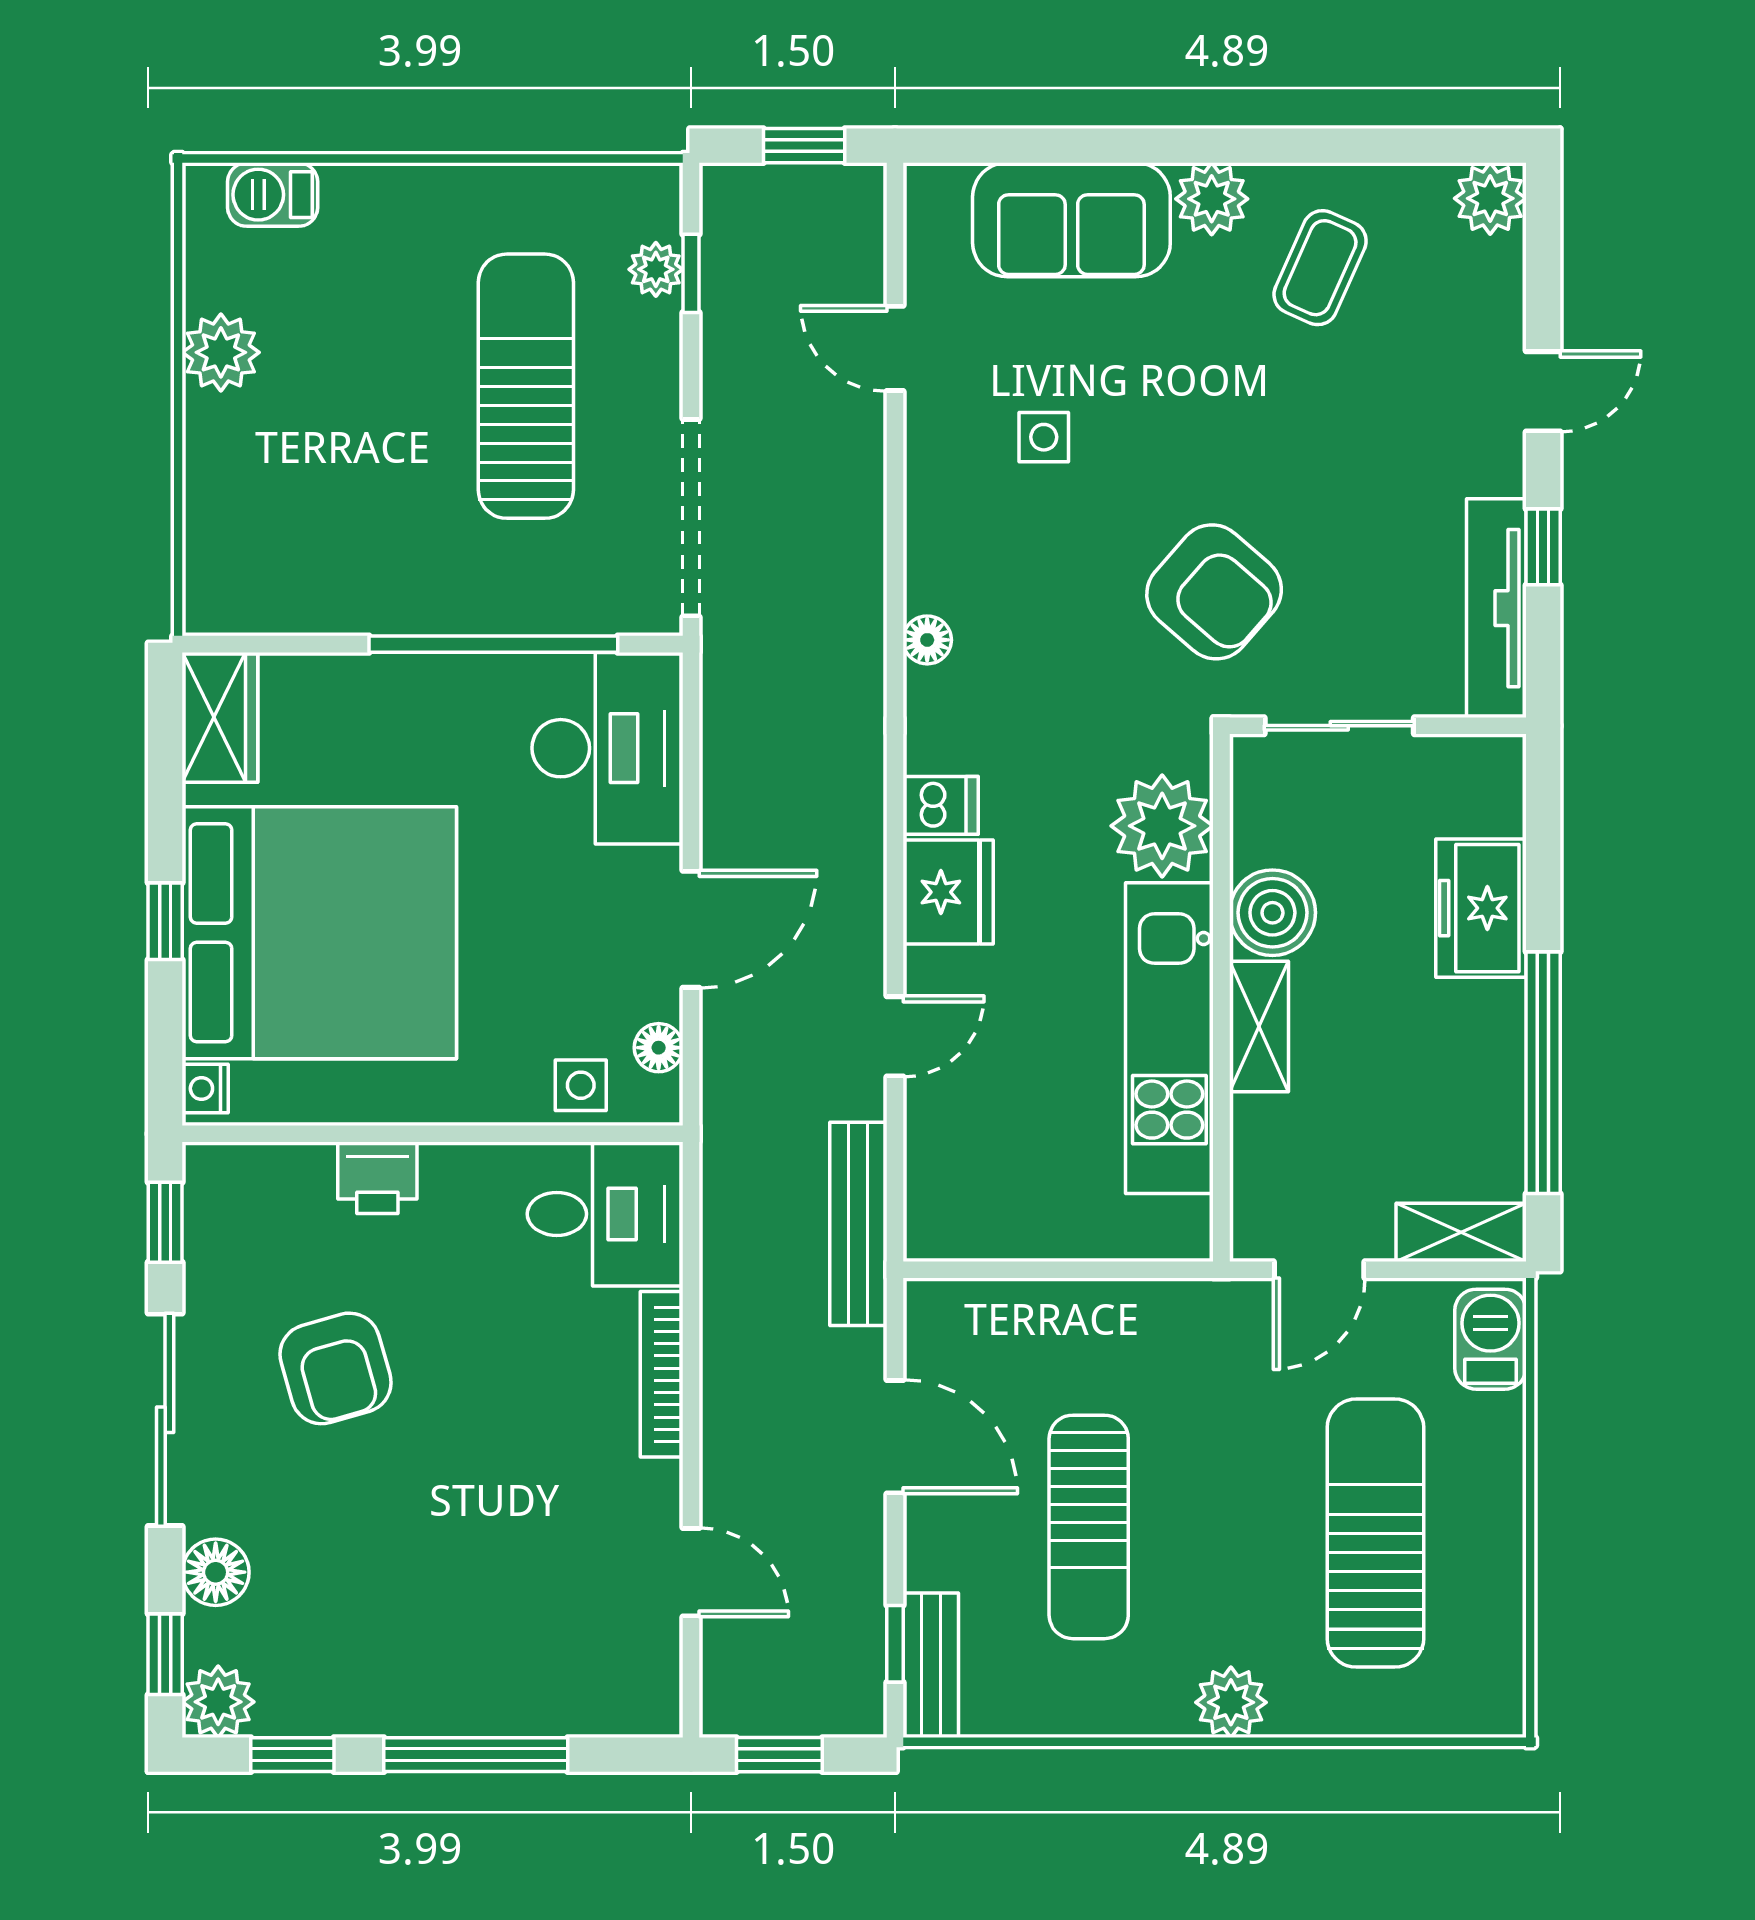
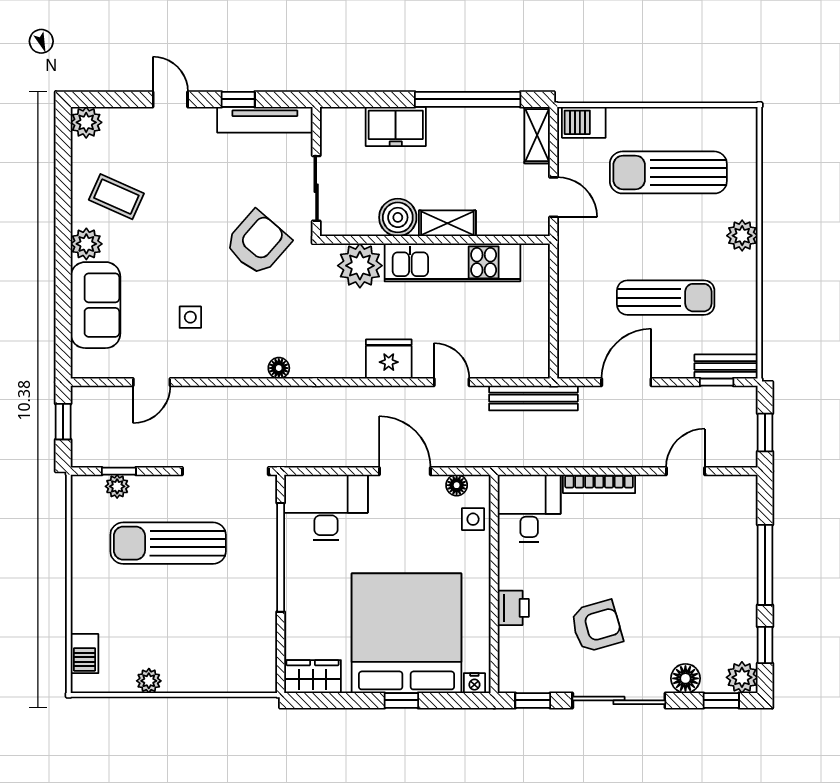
plant: (221, 352) -> (149, 681), width x0.73, depth x0.73
dishwasher: (941, 805) -> (351, 362), removed

